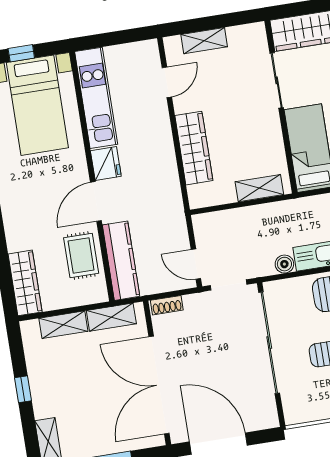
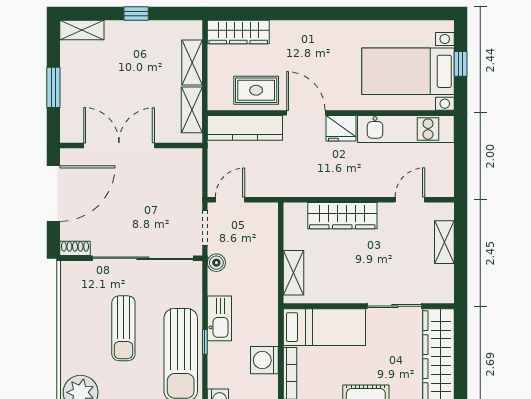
door: (167, 82) -> (410, 200), swing flipped
boiler: (284, 264) -> (216, 263), moved
shoe rack: (167, 305) -> (75, 248), moved, turned 90
double door: (159, 385) -> (119, 145), width x0.73

